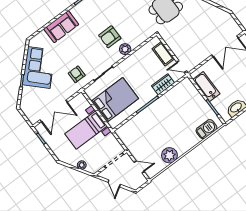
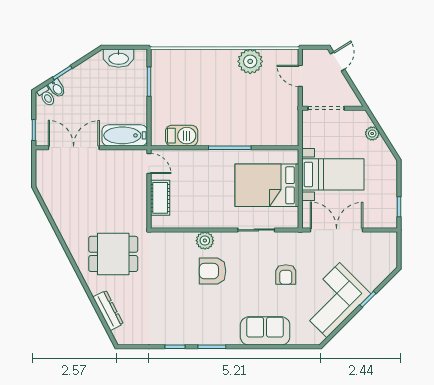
armchair: (110, 37) -> (213, 271), turned 180
armchair: (77, 74) -> (286, 274), moved
wardrobe: (163, 84) -> (190, 159), removed
bathtub: (206, 87) -> (125, 135), moved, turned 90
double door: (54, 111) -> (337, 230), moved
barbecue: (206, 129) -> (182, 136), moved, turned 180
door: (114, 183) -> (337, 61), moved

